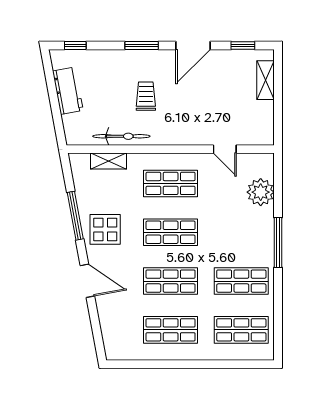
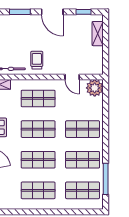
door: (193, 45) -> (52, 12), hinge flipped
trolley: (146, 96) -> (37, 60), moved
plant: (261, 192) -> (95, 88), moved
shop shelf: (241, 232) -> (83, 129), added
window: (278, 242) -> (106, 179), moved

